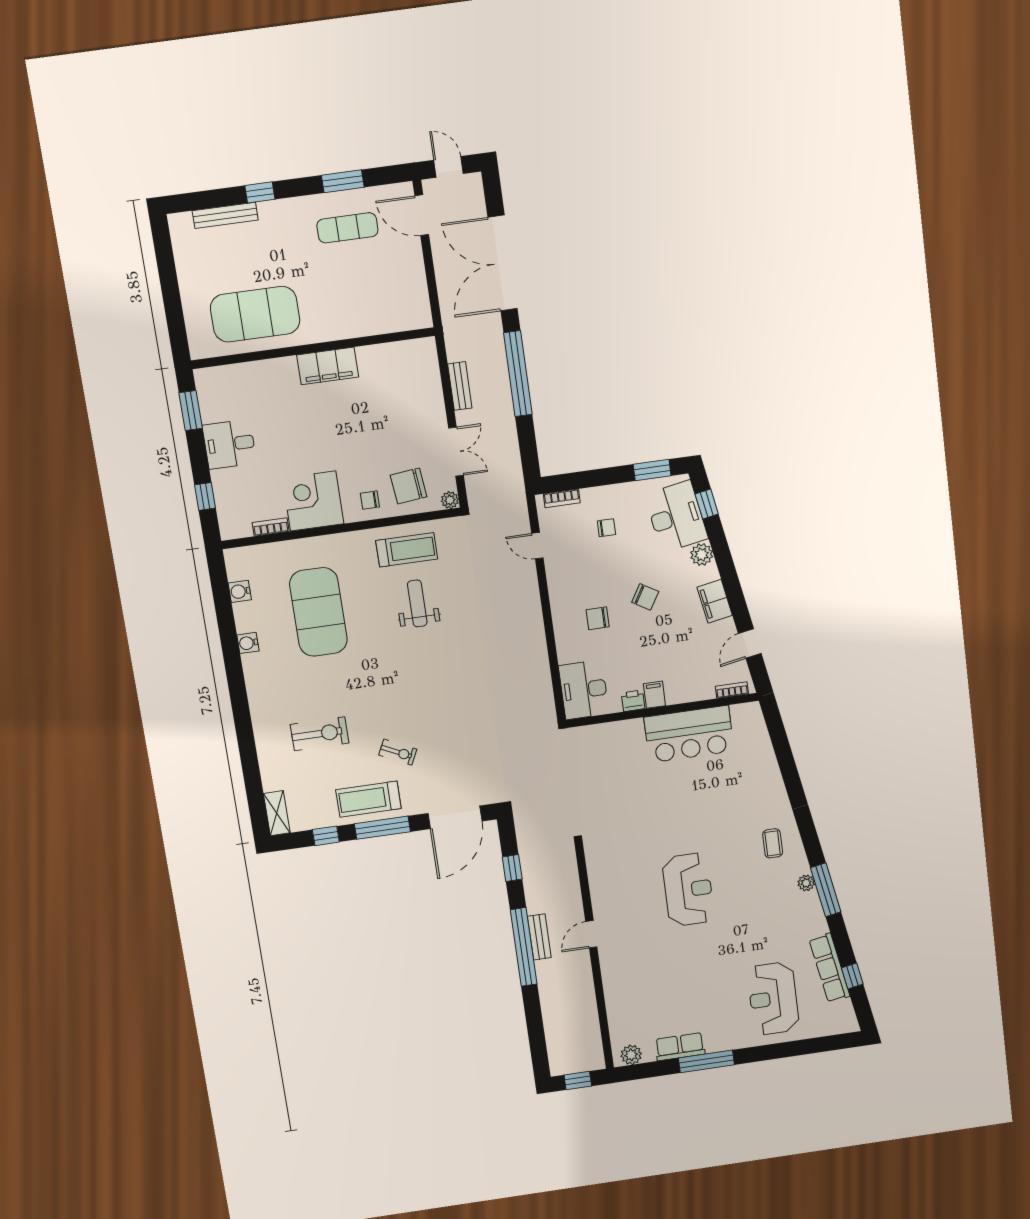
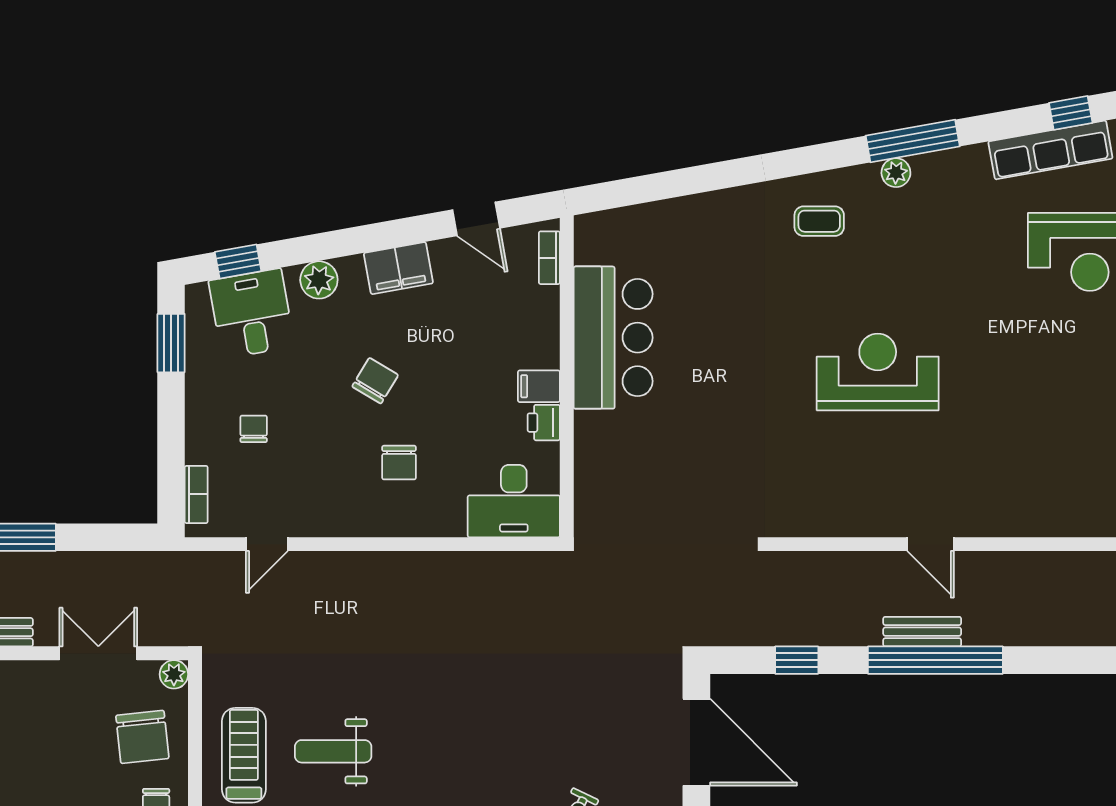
desk: (676, 517) -> (252, 314), width x0.73

